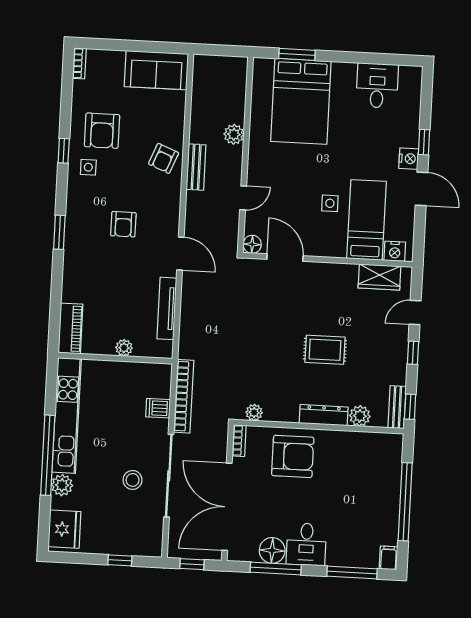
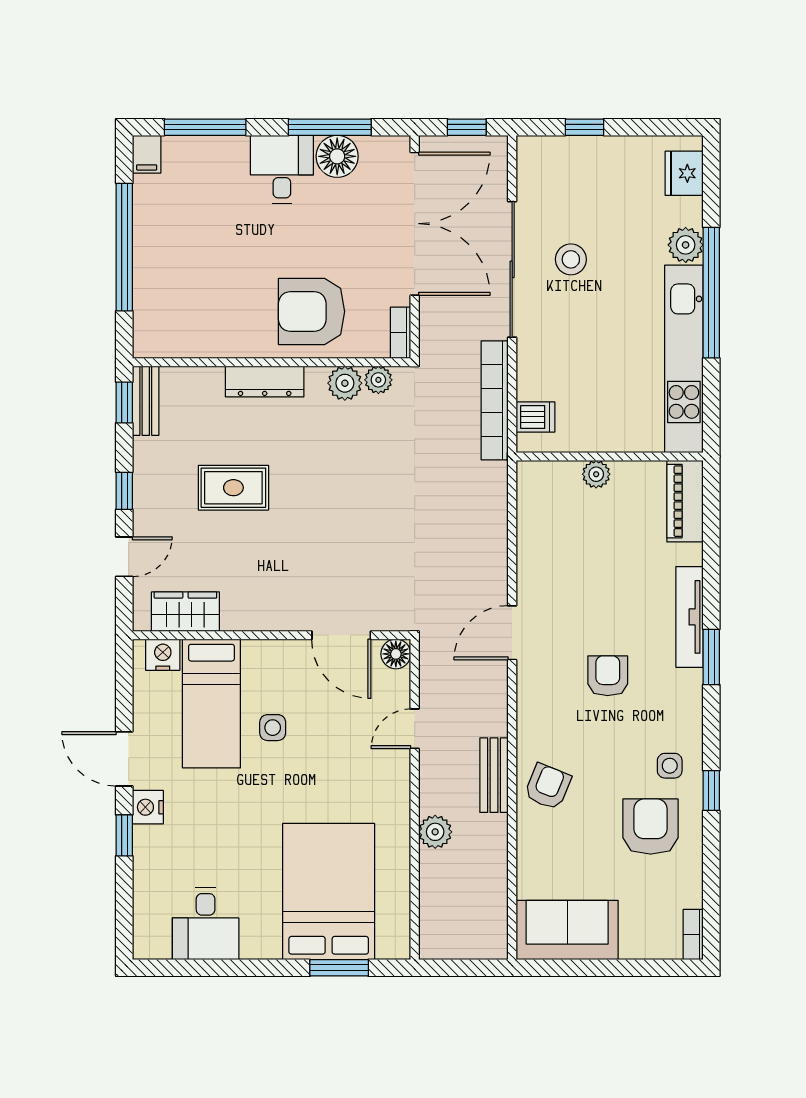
door: (180, 254) -> (512, 633), hinge flipped
tv unit: (167, 308) -> (690, 617), moved, turned 180
rug: (325, 350) -> (233, 488), moved
dishwasher: (158, 408) -> (535, 417), moved
plant: (360, 416) -> (345, 383), moved
fridge: (64, 529) -> (684, 173), width x0.73, depth x0.75

